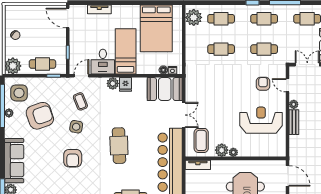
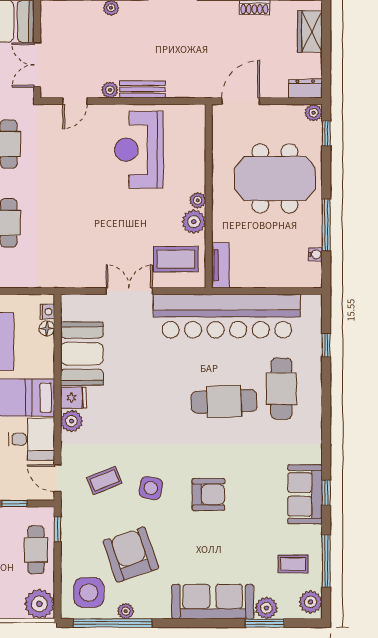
armchair: (263, 84) -> (72, 146), removed
booth: (165, 89) -> (82, 354), moved
cafe table: (119, 146) -> (224, 401), moved

